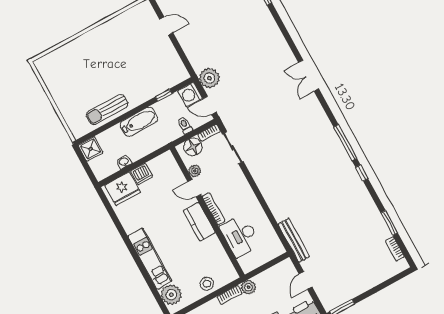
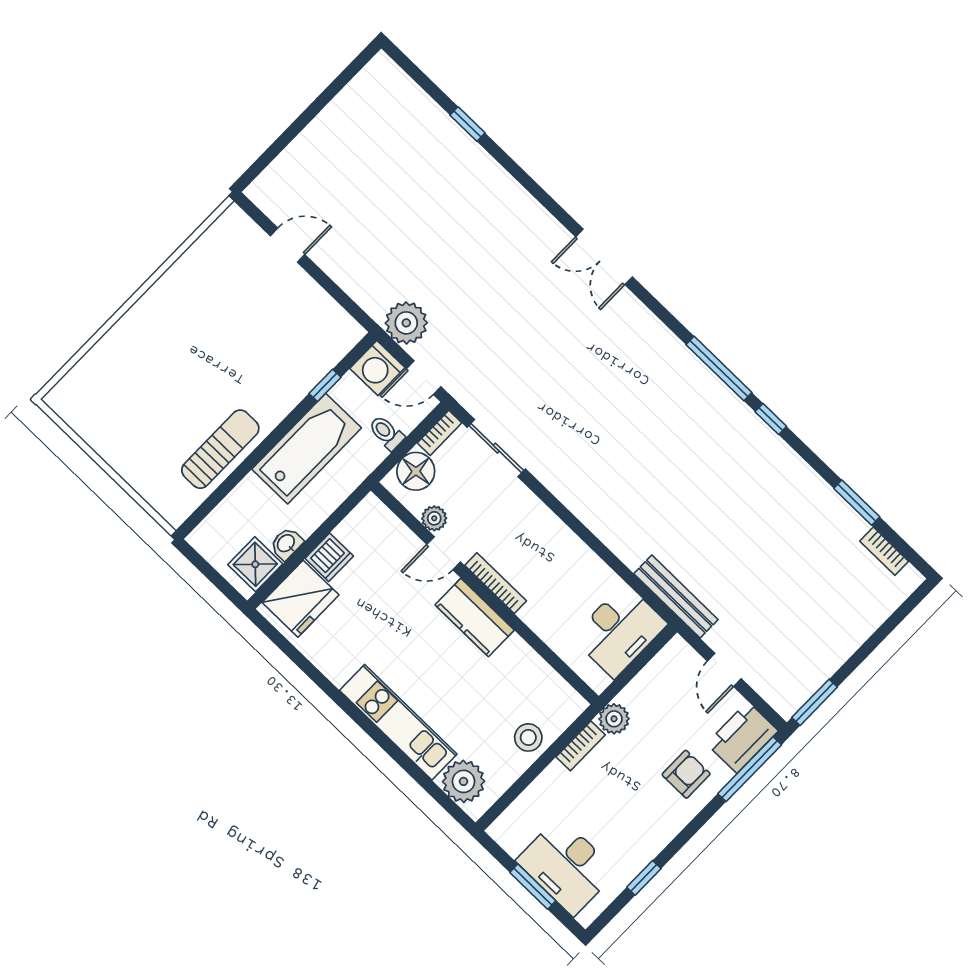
sun lounger: (107, 109) -> (220, 449), turned 180
bathtub: (139, 122) -> (307, 449), width x1.36, depth x1.36
shower: (91, 149) -> (255, 564), moved
desk: (240, 236) -> (619, 631), moved, turned -90

